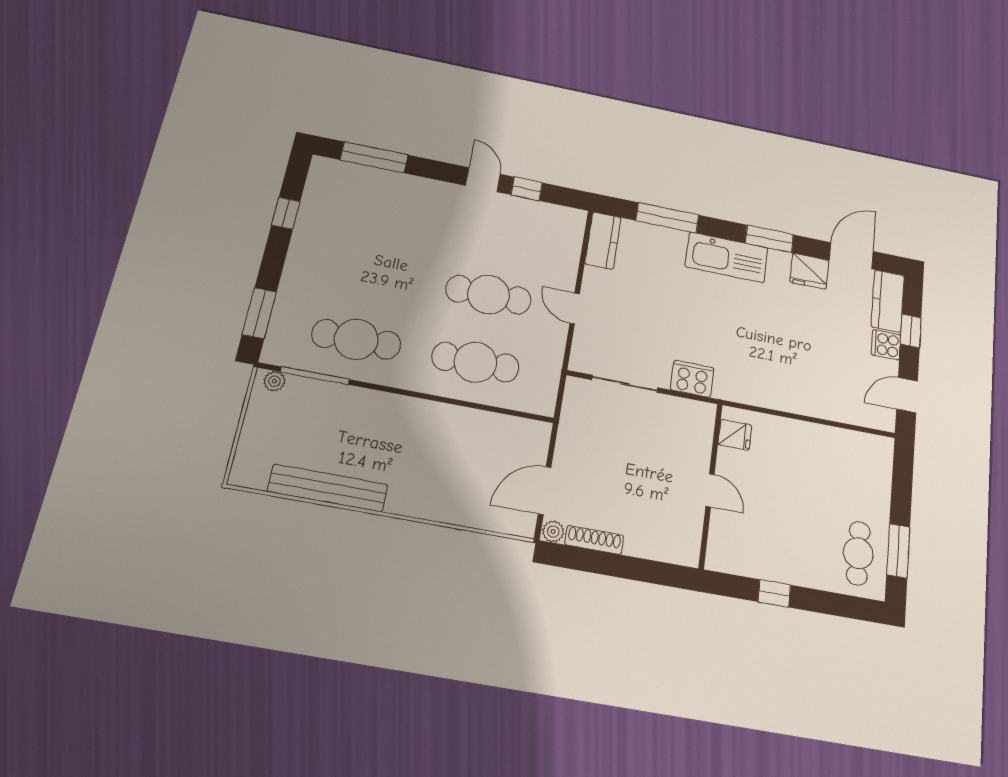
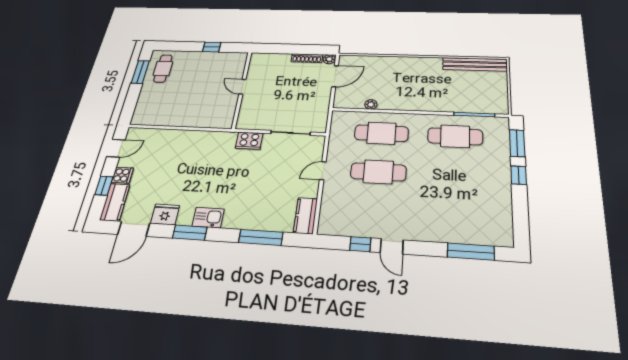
window: (286, 213) -> (519, 175), moved
kitchen sink: (727, 257) -> (208, 218), width x0.53, depth x0.81
door: (575, 308) -> (323, 171), swing flipped
plant: (274, 381) -> (371, 104), moved
fridge: (735, 435) -> (226, 115), removed
bench: (328, 488) -> (475, 64), moved

